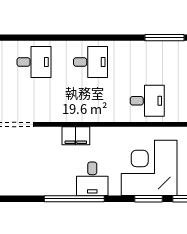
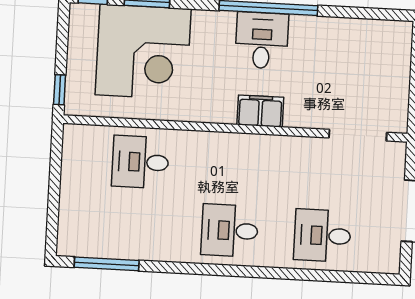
desk: (92, 179) -> (262, 40), moved

